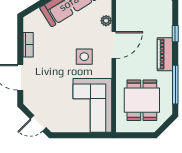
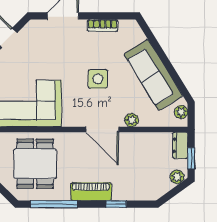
side table: (84, 57) -> (98, 79), moved
dining table: (142, 100) -> (35, 164), turned 90

